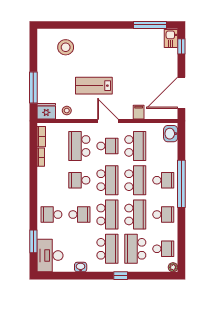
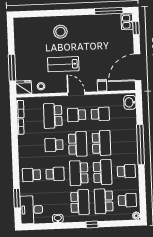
stool: (66, 47) -> (60, 32), moved
school desk: (107, 146) -> (77, 115), turned 180
school desk: (135, 146) -> (100, 114), width x0.54
school desk: (163, 180) -> (125, 142), removed
school desk: (107, 215) -> (79, 173), turned 180

